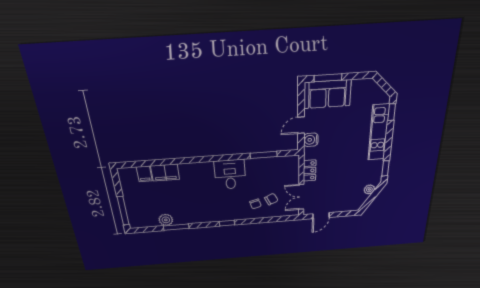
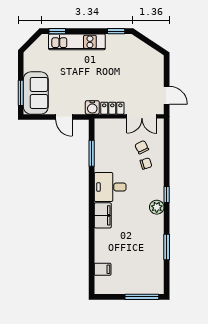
water cooler: (311, 140) -> (92, 107), moved
filing cabinet: (165, 173) -> (103, 215), moved
plant: (369, 189) -> (139, 46), removed
plant: (166, 220) -> (157, 207), moved

